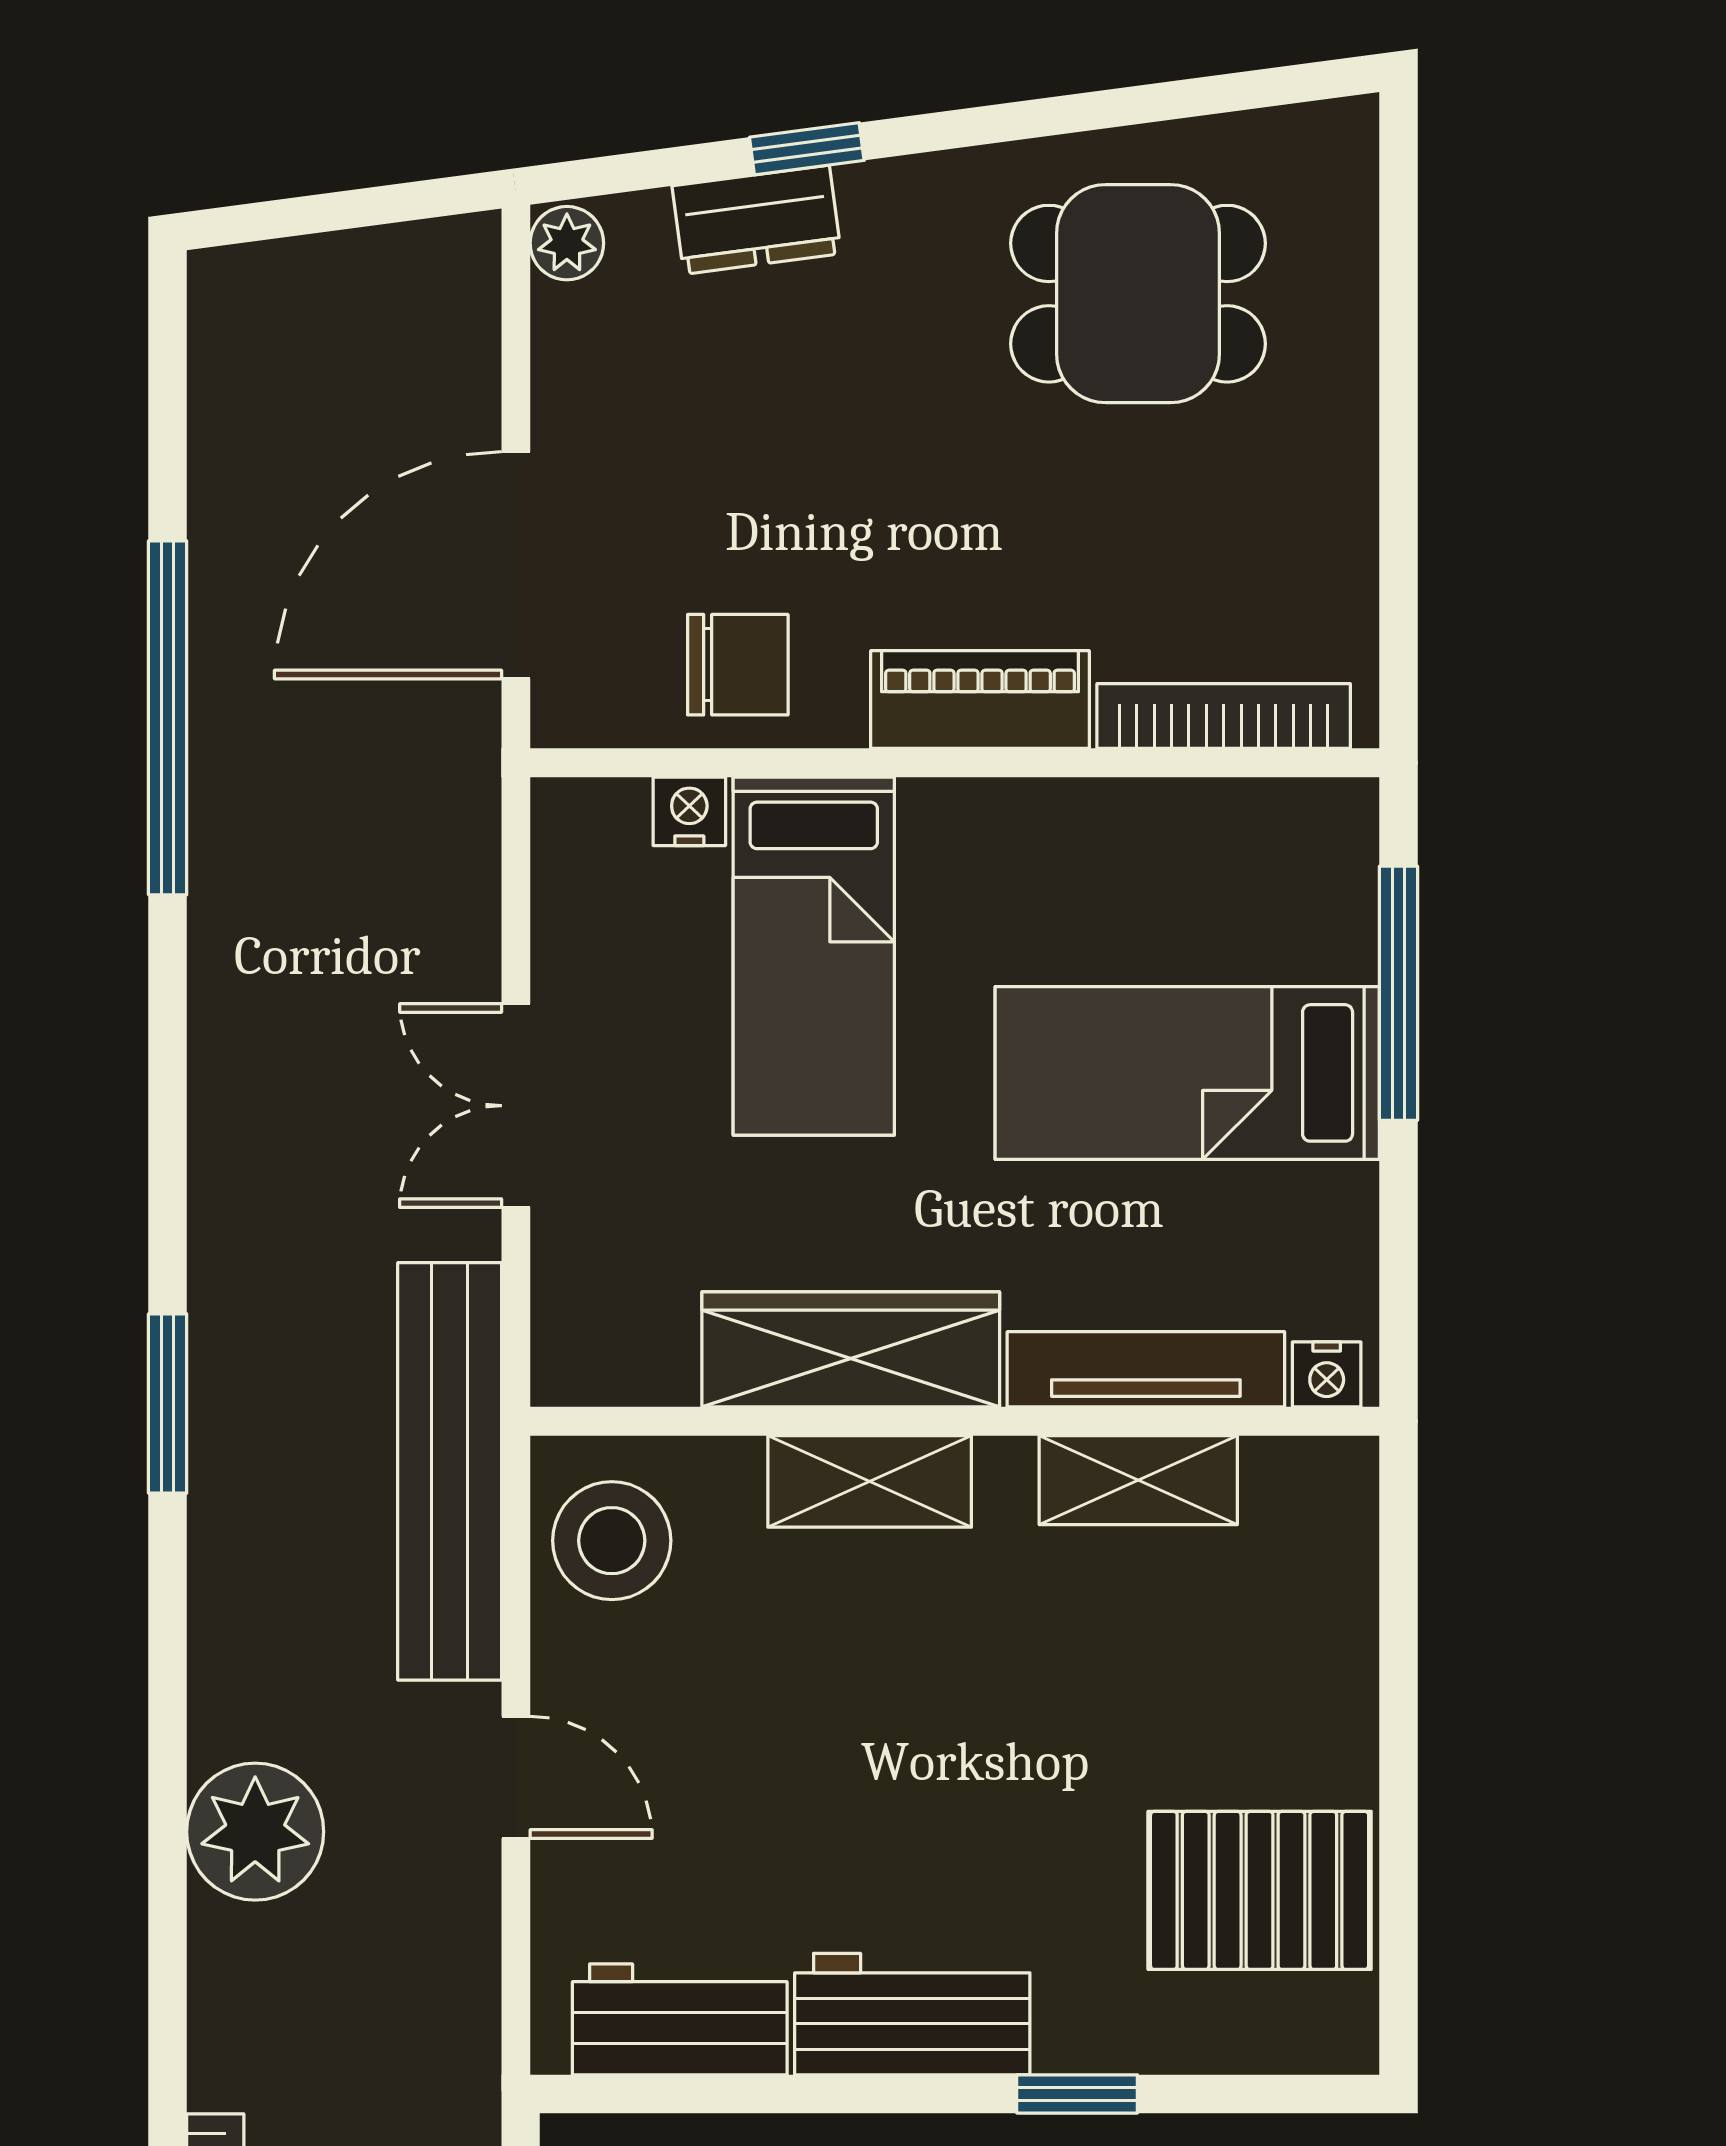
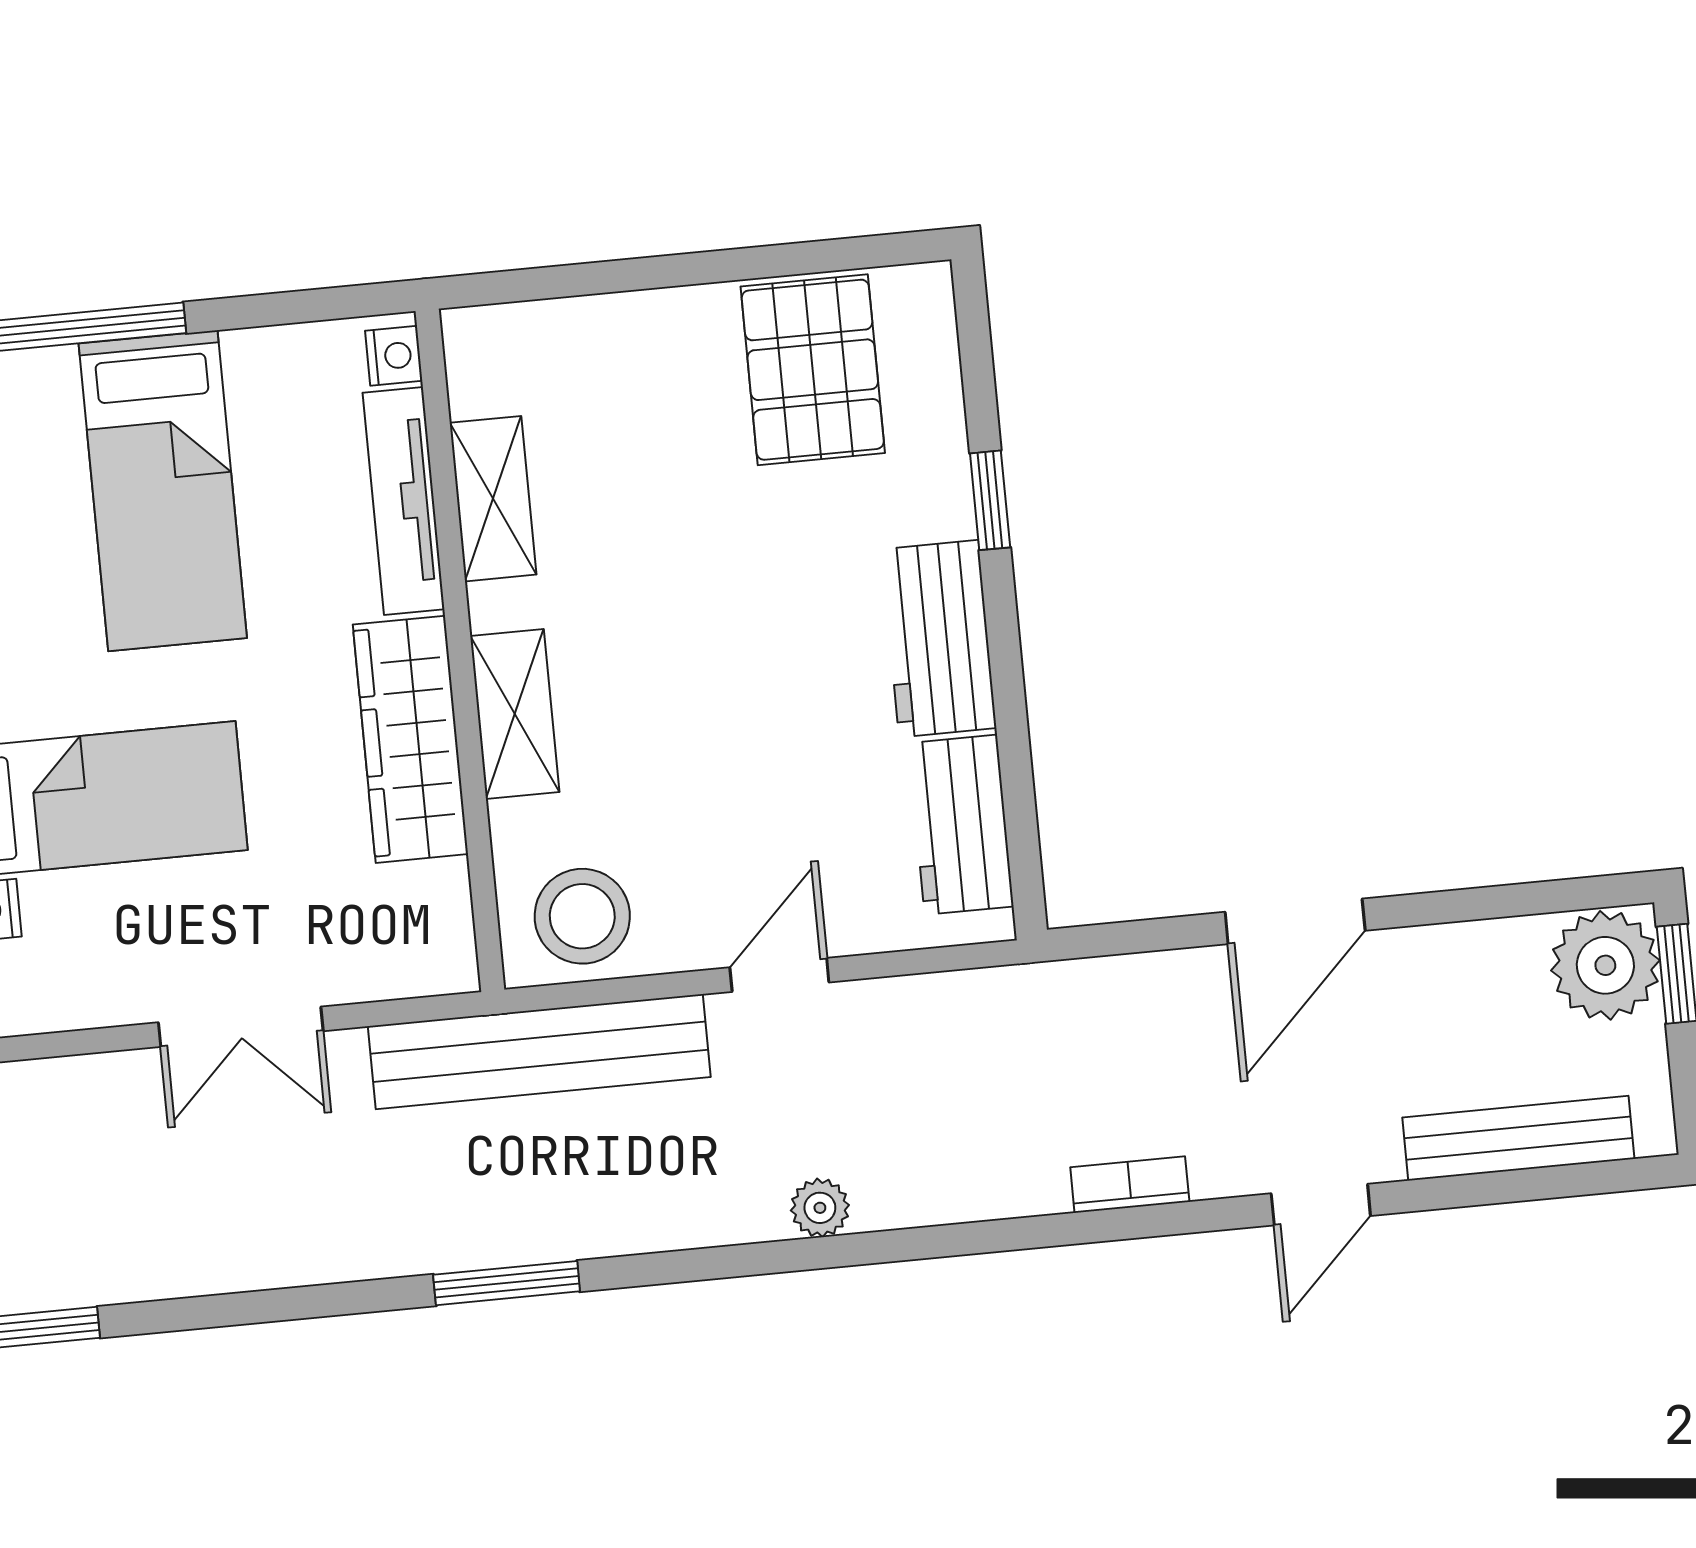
plant: (255, 1832) -> (820, 1208), width x0.53, depth x0.53

